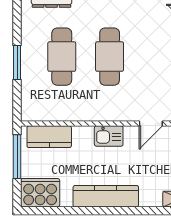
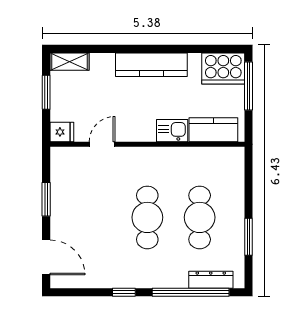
window: (17, 63) -> (249, 237), moved
kitchen sink: (109, 136) -> (172, 131), moved
window: (17, 157) -> (249, 86), moved

